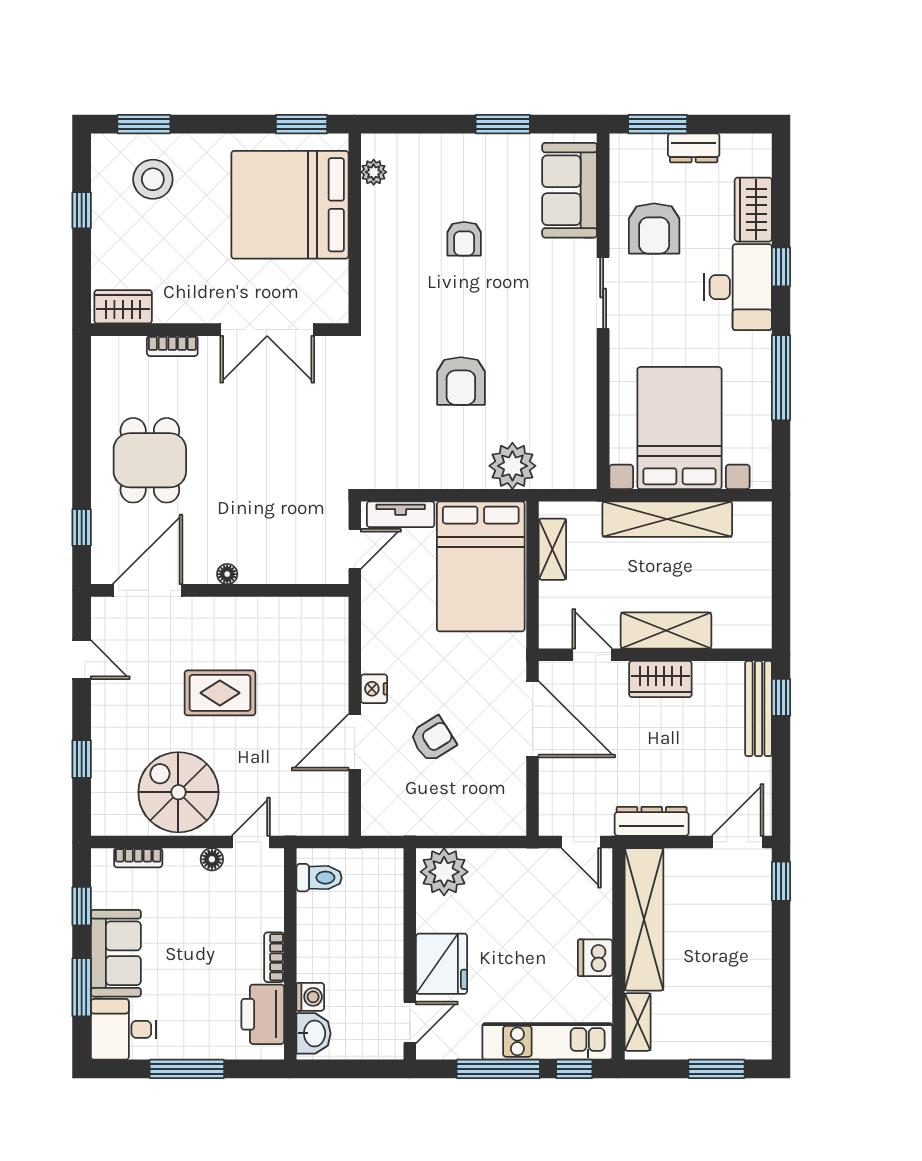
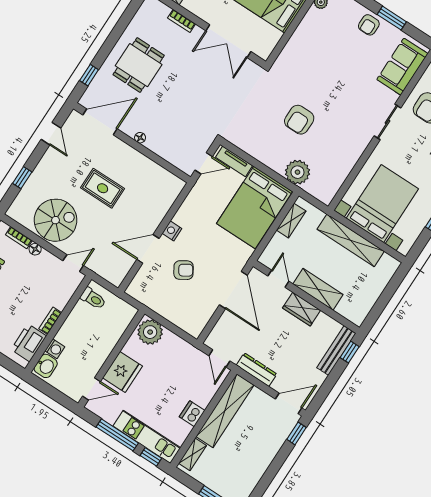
armchair: (464, 239) -> (369, 25), moved
spiral stairs: (178, 792) -> (56, 220), turned 90
floor lamp: (212, 859) -> (35, 249), moved

